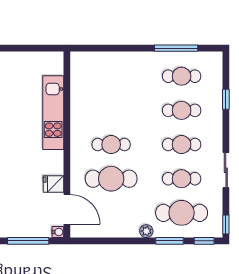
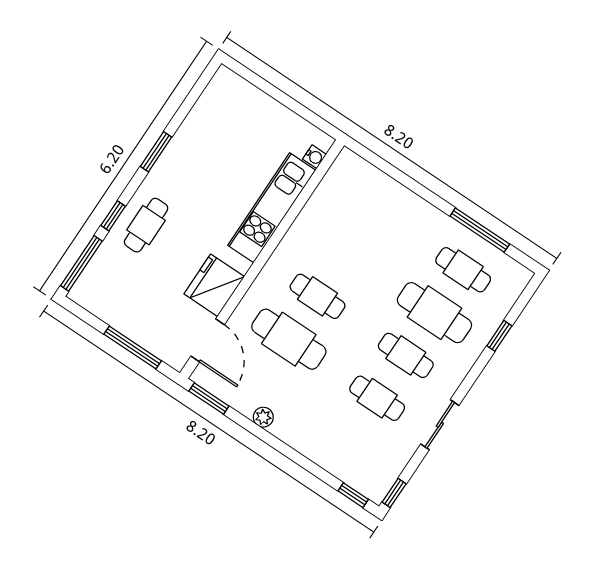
cafe table: (182, 110) -> (434, 313), width x1.37, depth x1.35
fridge: (54, 184) -> (214, 285), width x1.88, depth x1.34
cafe table: (182, 213) -> (348, 441), removed
plant: (146, 231) -> (263, 417), moved
water cooler: (58, 232) -> (314, 157), moved
window: (169, 241) -> (209, 399), moved

